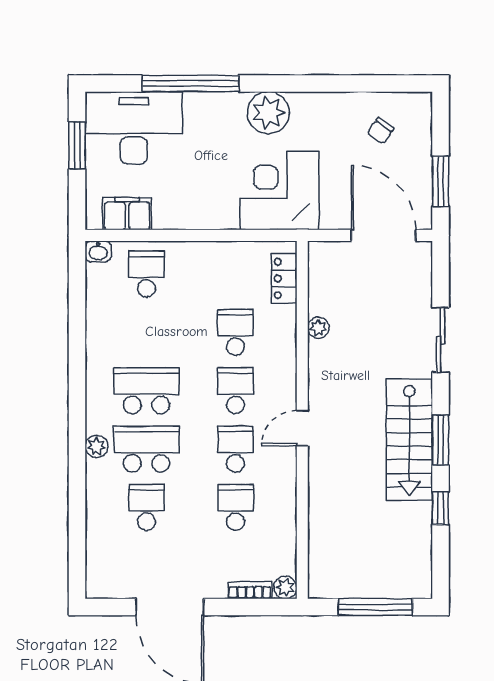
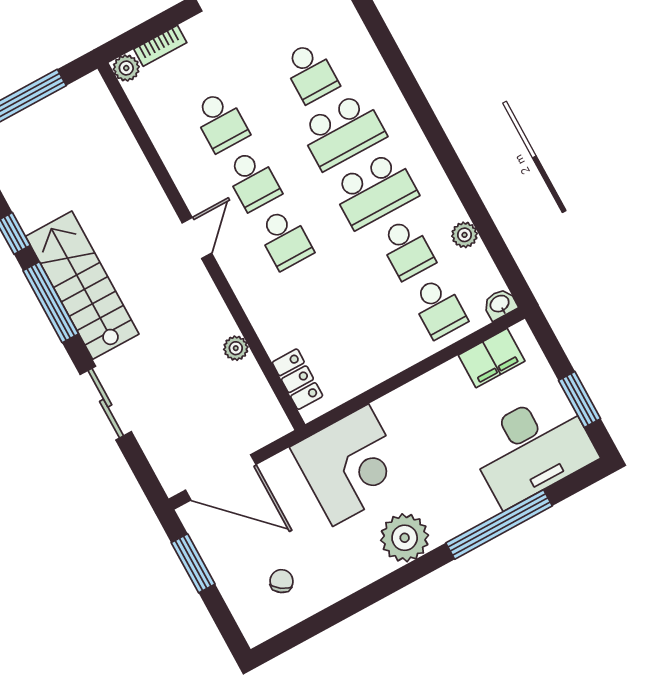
school desk: (236, 332) -> (407, 249), moved
window: (441, 440) -> (51, 302), width x1.44
plant: (96, 446) -> (464, 235), moved

